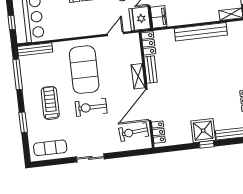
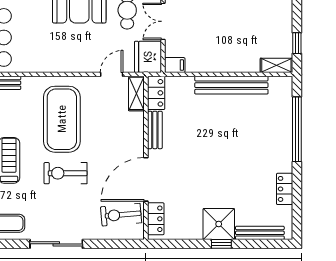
filing cabinet: (159, 17) -> (175, 65), width x0.50
shelving: (138, 76) -> (136, 93), moved
sliding door: (90, 158) -> (56, 244), width x1.37

